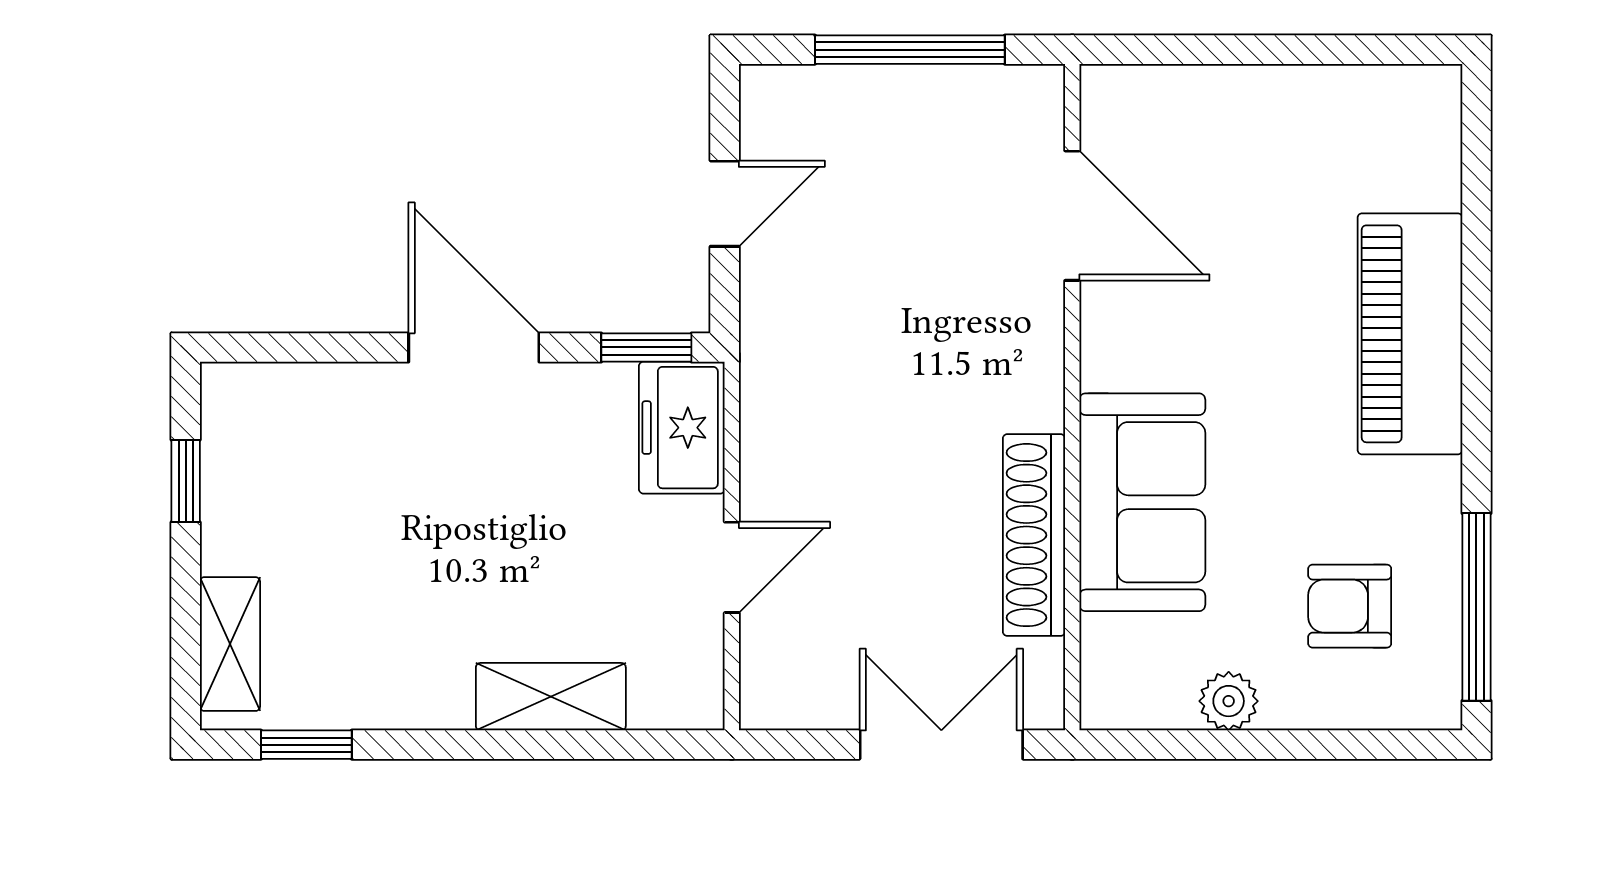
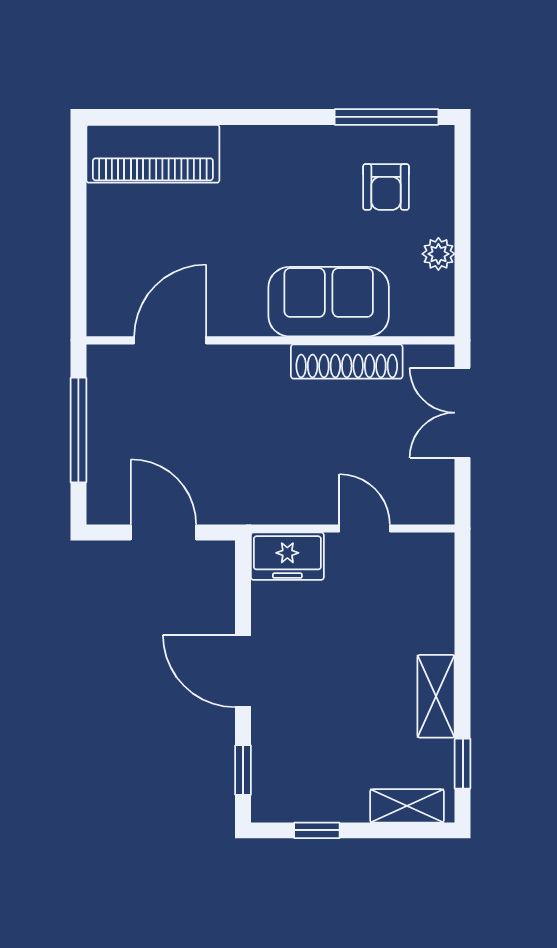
door: (725, 204) -> (164, 532), width x1.37
piano: (1410, 334) -> (153, 154), moved
door: (474, 347) -> (243, 671), hinge flipped
window: (646, 347) -> (243, 770), moved
shelving: (551, 697) -> (436, 696), moved

